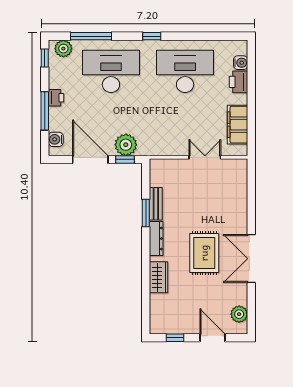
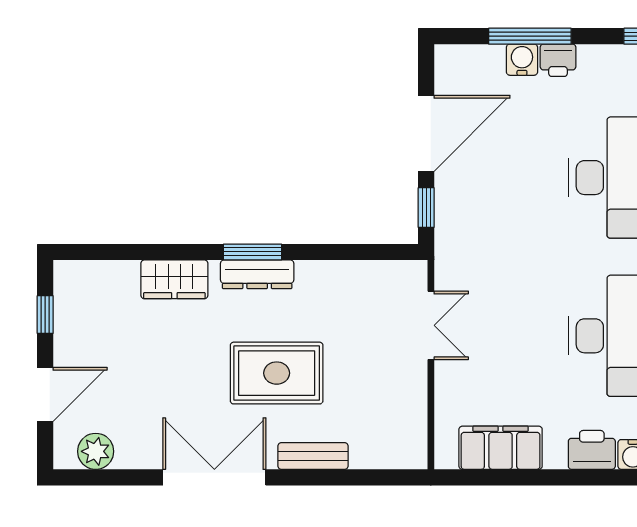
water cooler: (56, 139) -> (522, 60), moved
plant: (126, 145) -> (458, 209), removed
double door: (205, 157) -> (431, 325), moved
bench: (156, 204) -> (313, 456), moved
window: (146, 213) -> (252, 252), moved
rug: (204, 253) -> (277, 373), moved

